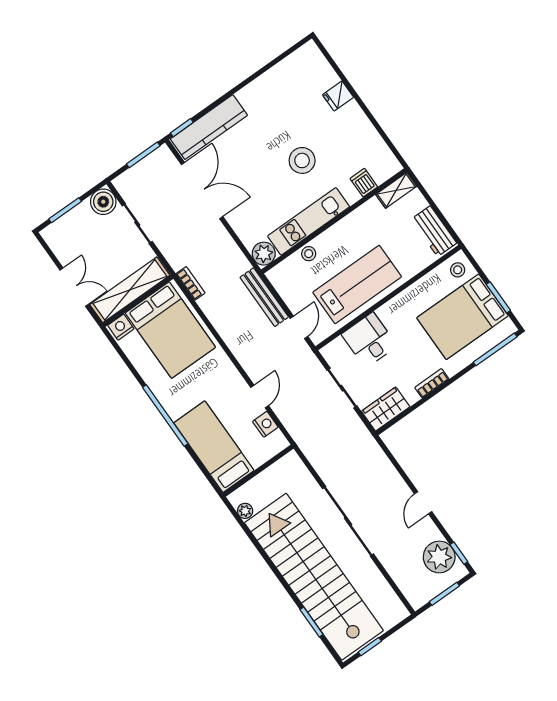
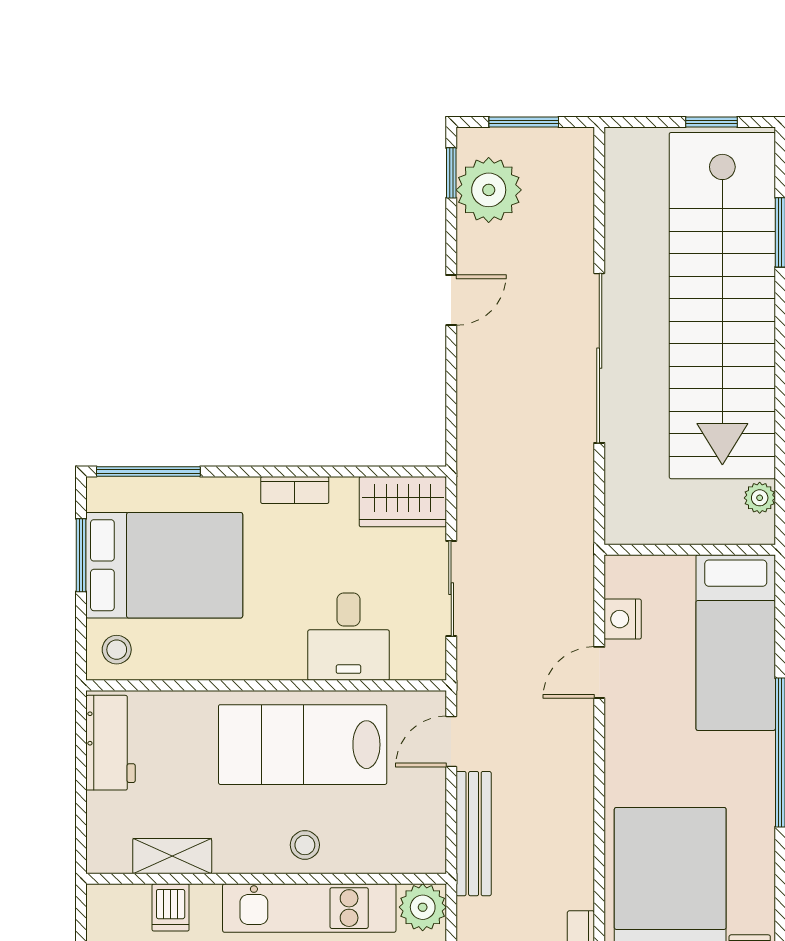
shelving: (396, 190) -> (172, 856), moved
stool: (309, 254) -> (305, 845), moved

